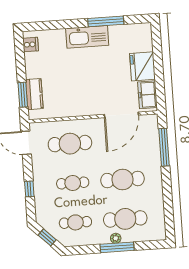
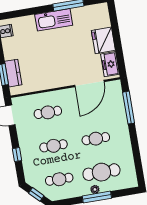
cafe table: (70, 144) -> (48, 112), width x0.73, depth x0.74
cafe table: (122, 180) -> (96, 139), width x0.73, depth x0.74

